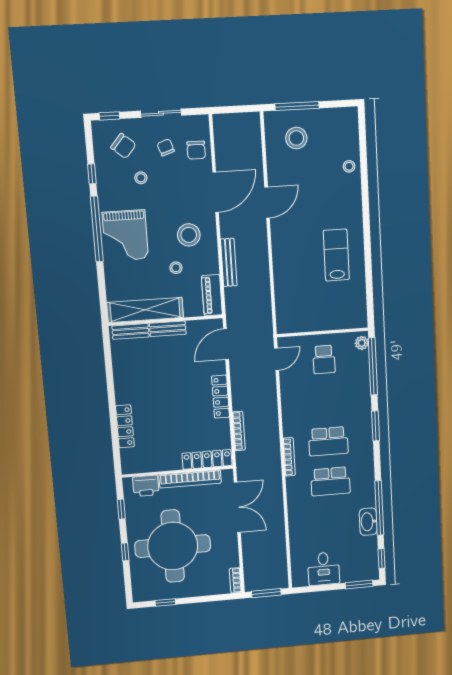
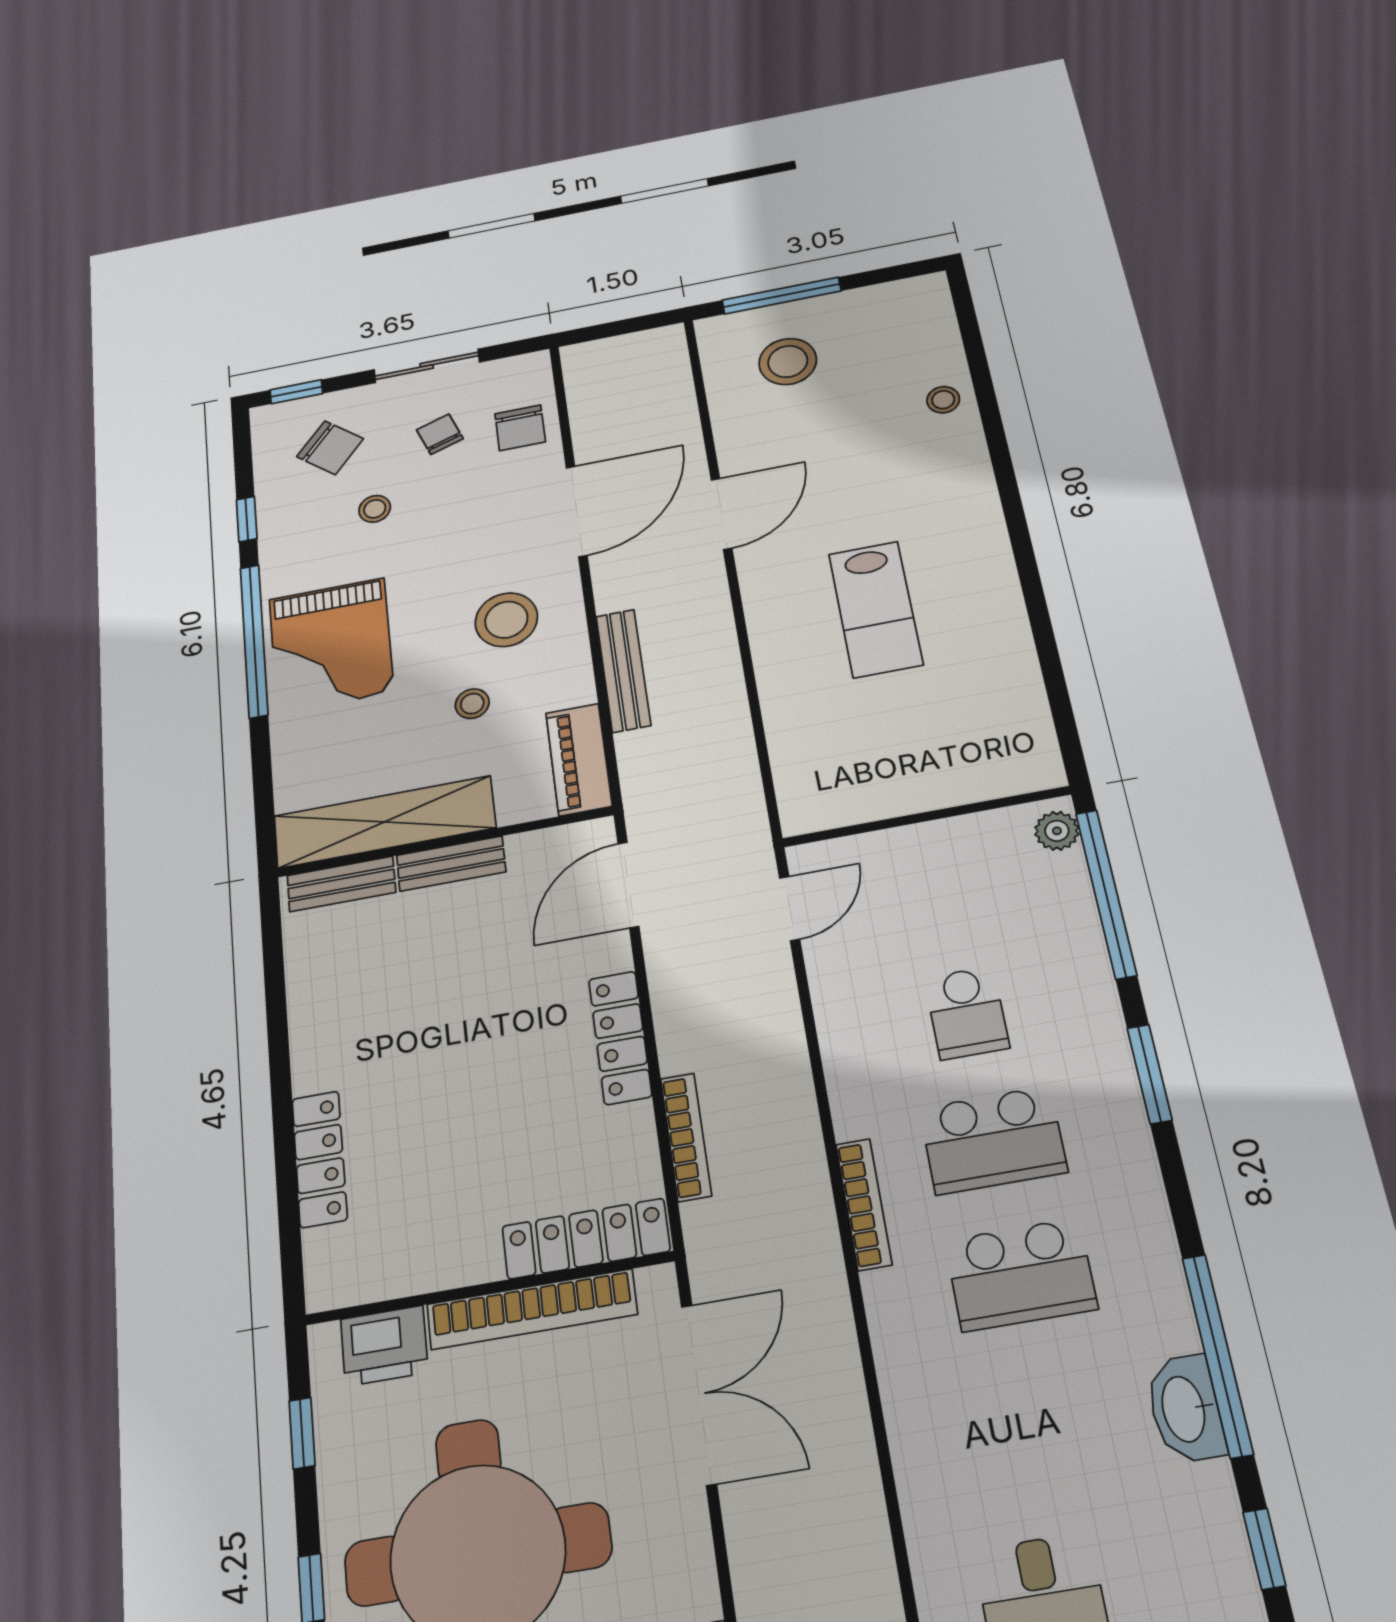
lab bench: (336, 255) -> (876, 609), moved, turned 180
school desk: (324, 359) -> (967, 1013), moved

